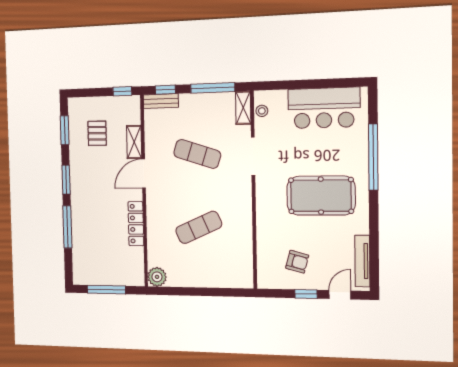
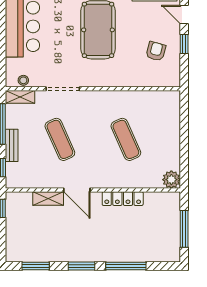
bench: (161, 101) -> (12, 145), moved
pallet: (97, 133) -> (39, 234), removed
exercise mat: (197, 154) -> (60, 139), turned -42

